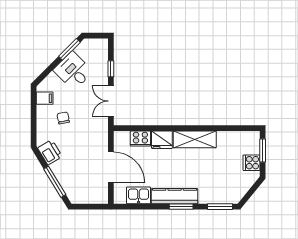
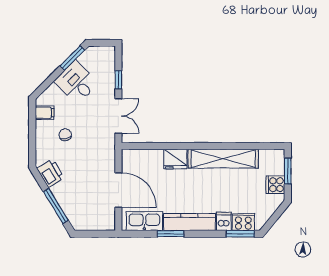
double door: (111, 101) -> (118, 116), swing flipped
cooker: (140, 139) -> (243, 222), moved, turned 180
shelving: (195, 139) -> (223, 159), width x1.47
kitchen sink: (139, 195) -> (144, 221), width x1.38
dishwasher: (205, 196) -> (224, 221), added
window: (181, 207) -> (170, 234), moved

